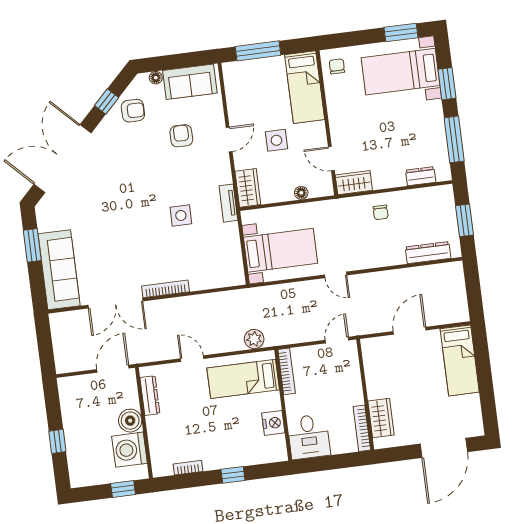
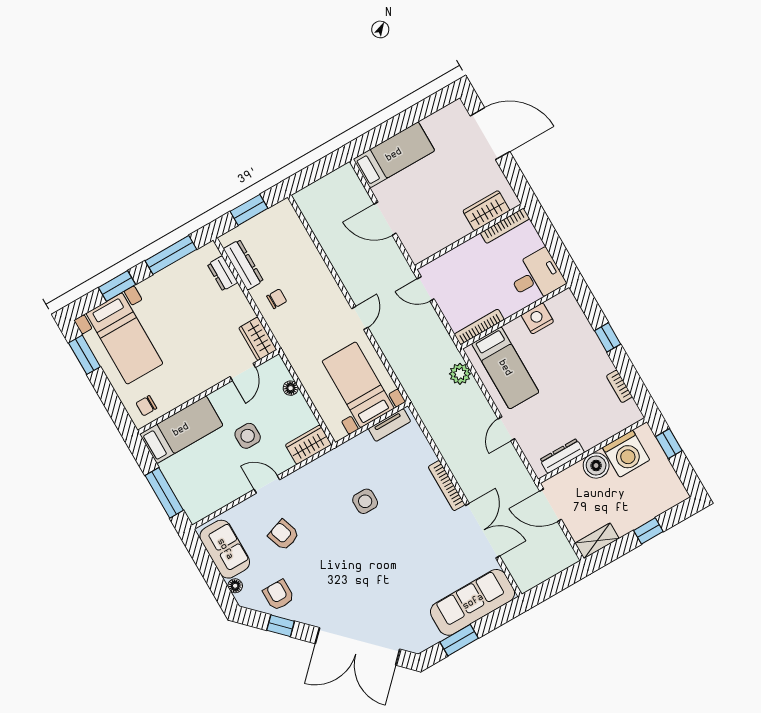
armchair: (181, 136) -> (284, 535), turned 71
tv unit: (228, 203) -> (390, 425), moved
dresser: (428, 253) -> (243, 265), moved, turned 180
shelving: (67, 395) -> (597, 541), added

